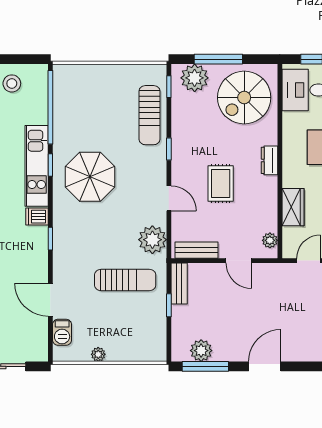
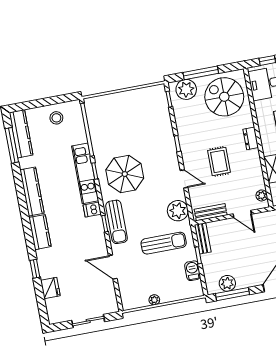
spiral stairs: (244, 98) -> (224, 97), turned 90
sun lounger: (149, 115) -> (117, 222), moved
barbecue: (62, 332) -> (193, 271), moved, turned 180

